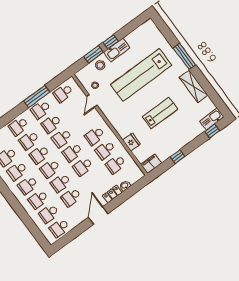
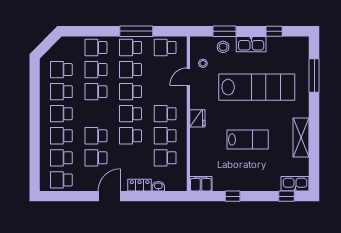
window: (111, 42) -> (274, 31), moved
window: (184, 56) -> (314, 76), moved
lab bench: (141, 75) -> (257, 87), turned 180
fridge: (131, 142) -> (197, 118), moved
school desk: (50, 169) -> (96, 114), removed

